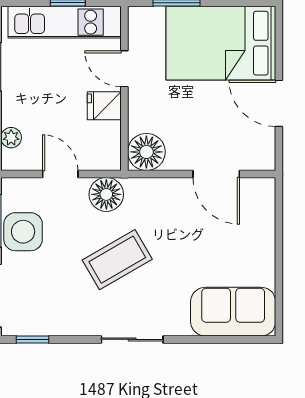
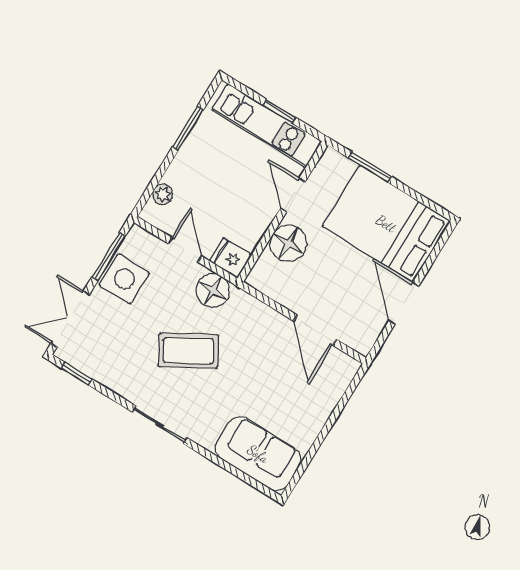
fridge: (104, 106) -> (231, 258), moved
floor lamp: (146, 152) -> (288, 243), moved

